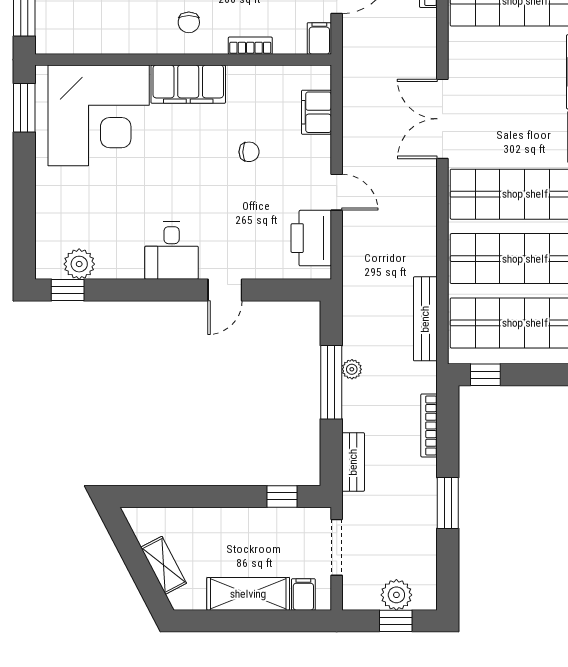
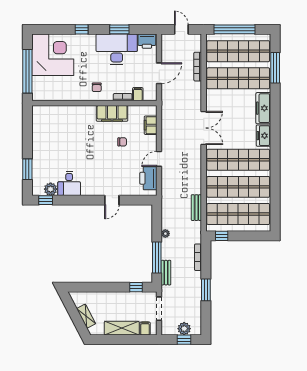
filing cabinet: (319, 38) -> (138, 94), moved
filing cabinet: (188, 84) -> (112, 113), moved
window: (24, 108) -> (27, 169), moved
corner desk: (99, 115) -> (59, 127), removed
double door: (442, 119) -> (204, 128), swing flipped
door: (337, 192) -> (159, 159), swing flipped
desk: (172, 251) -> (69, 184), moved
bench: (425, 319) -> (196, 208), width x0.73
window: (331, 382) -> (157, 257), moved

